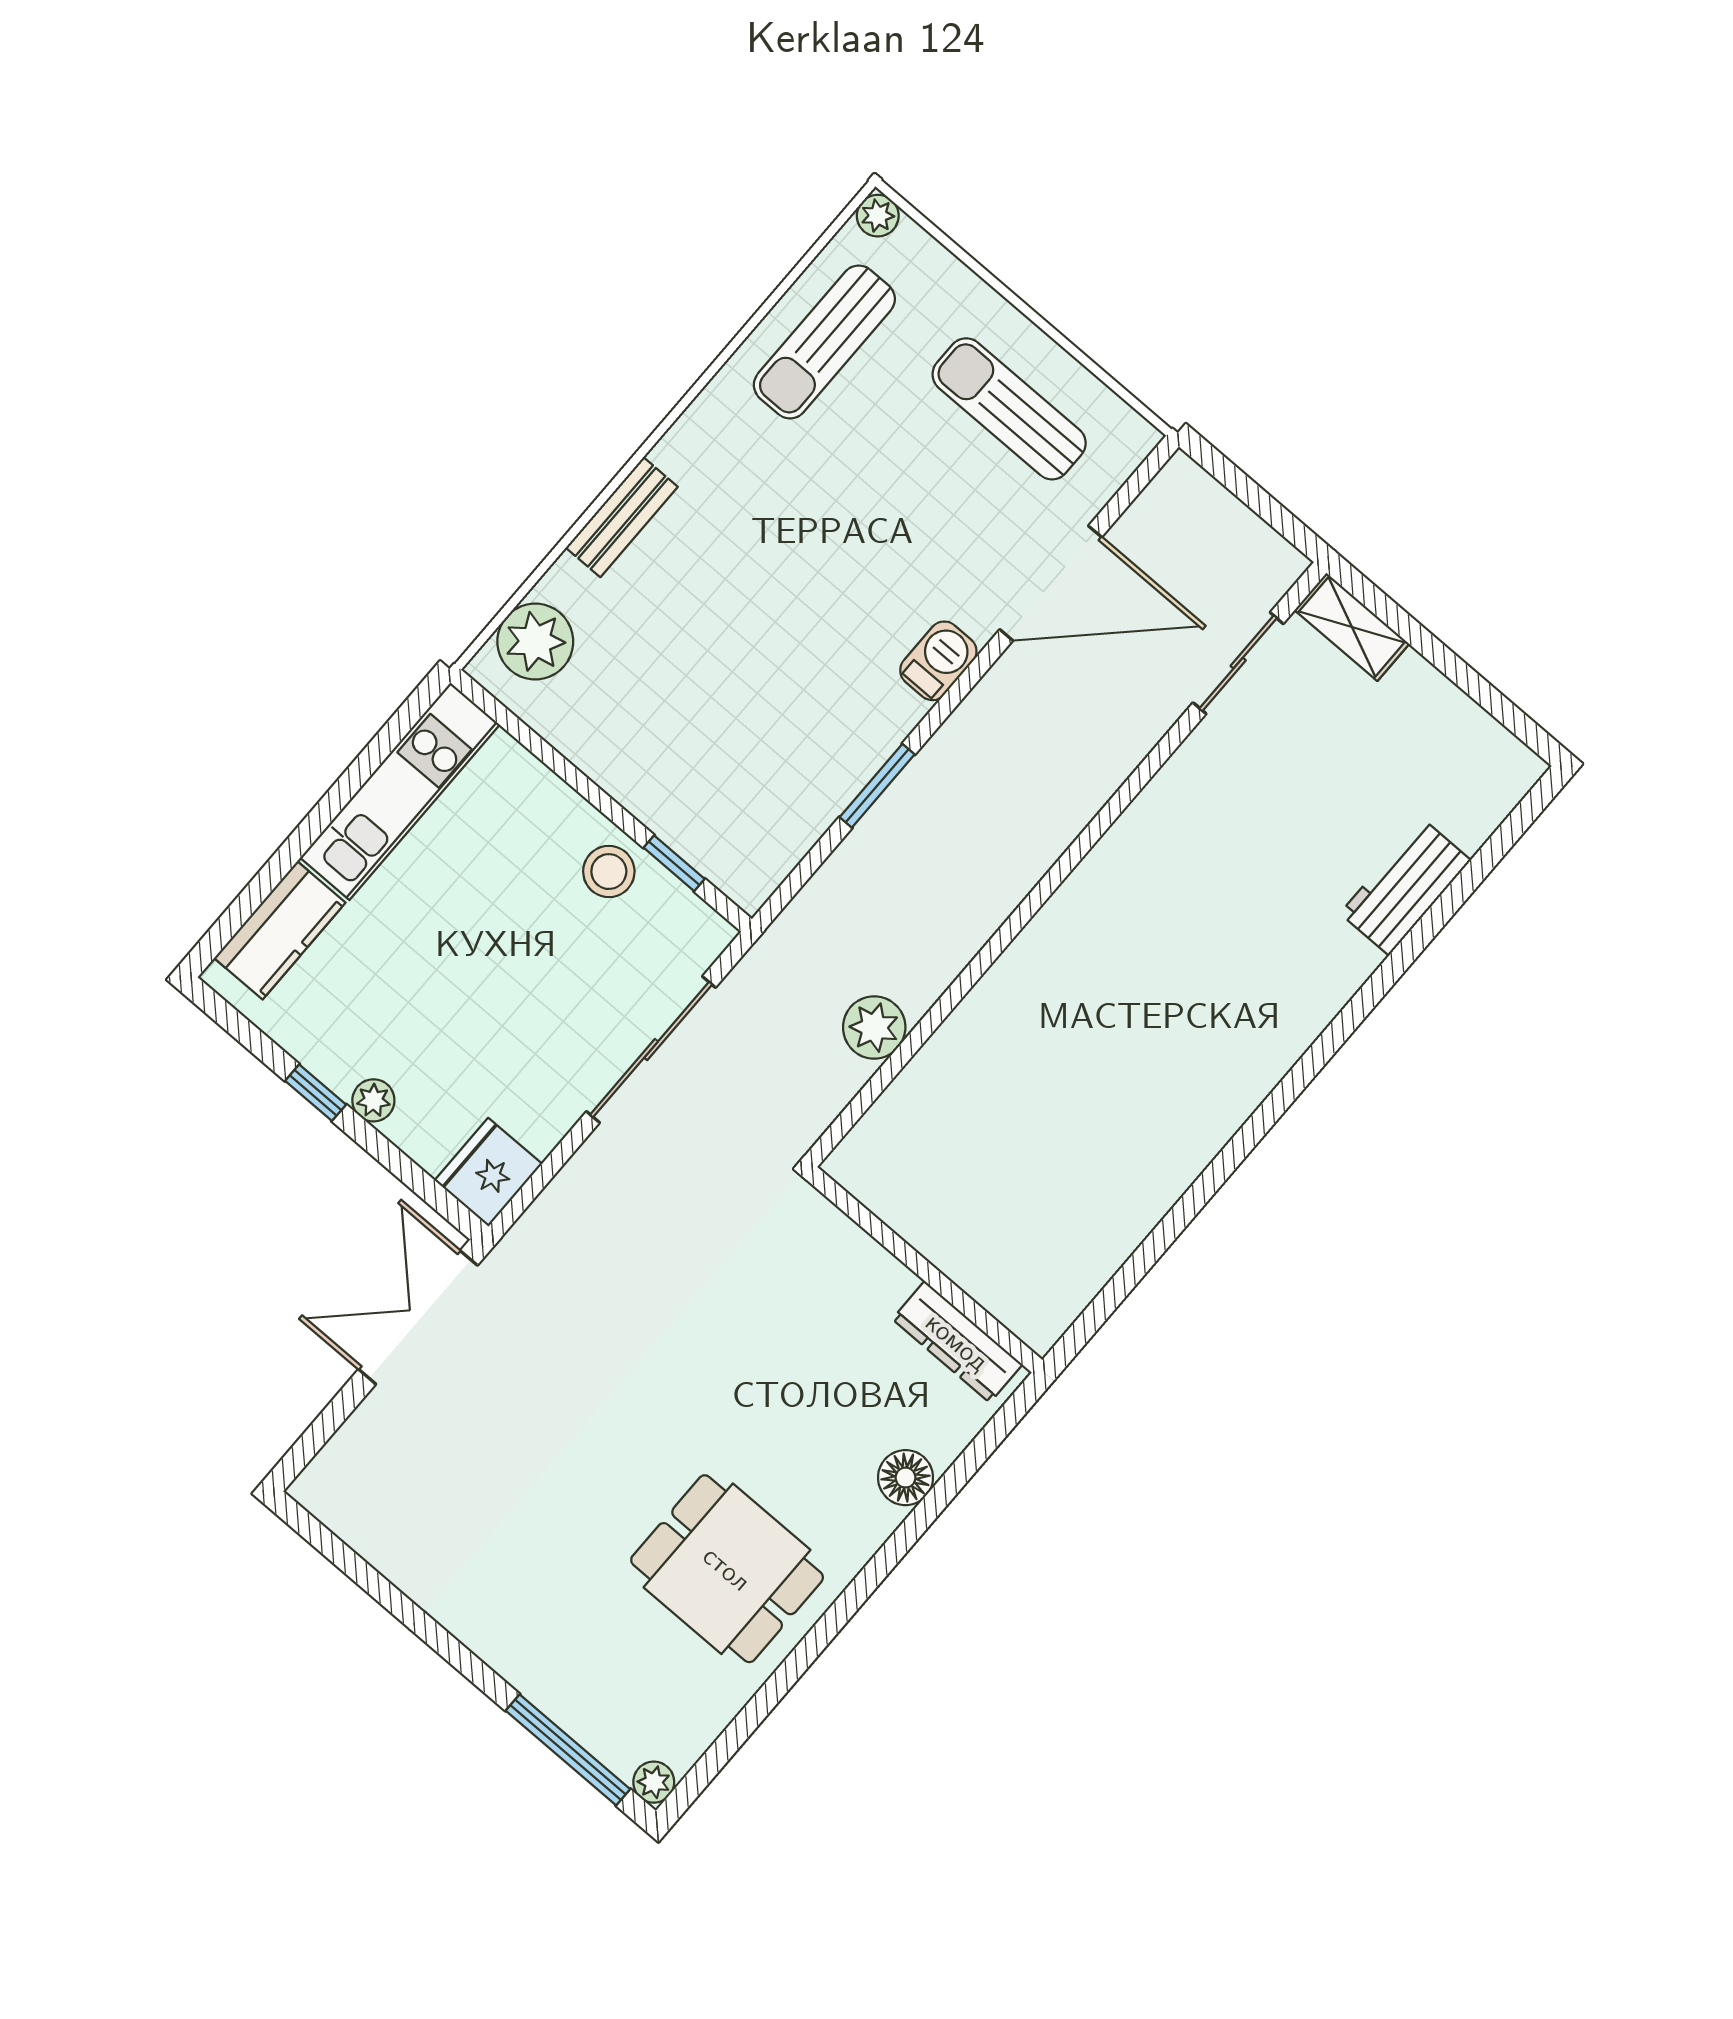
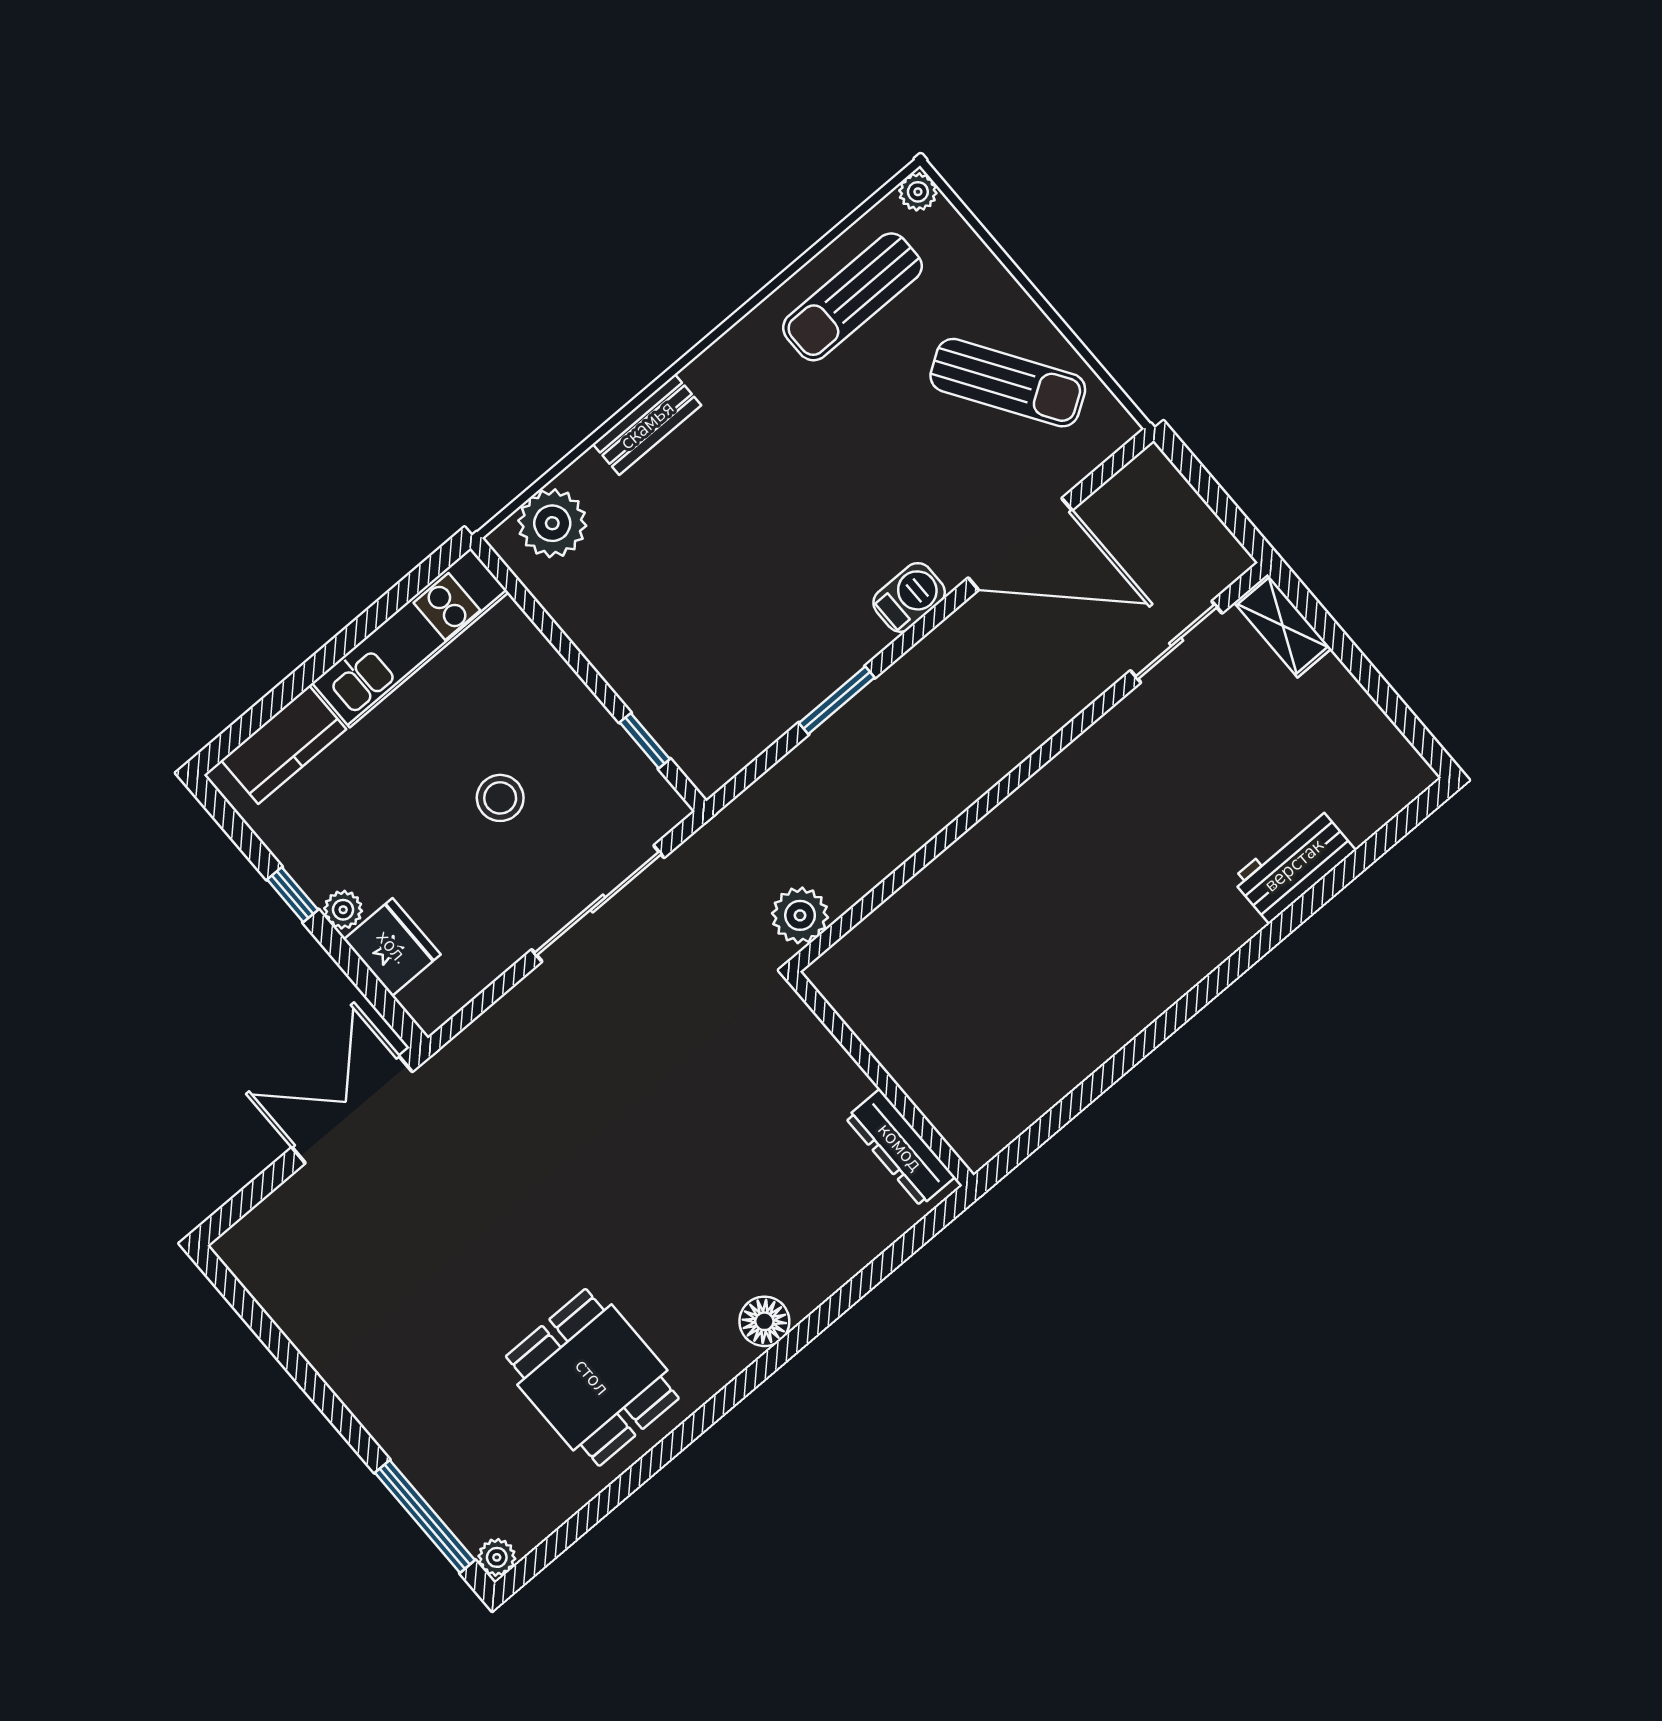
sun lounger: (1009, 409) -> (1008, 383), turned 147
stool: (609, 872) -> (500, 798), moved
fridge: (488, 1172) -> (392, 947), moved, turned 90
wall: (924, 1270) -> (881, 1079), moved
dresser: (957, 1342) -> (900, 1147), moved

